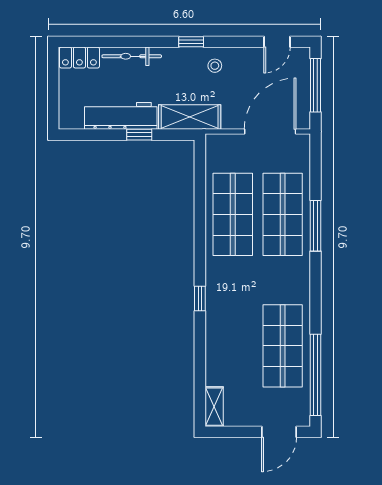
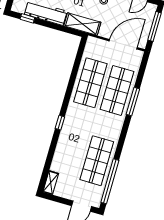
window: (139, 135) -> (27, 18), moved

